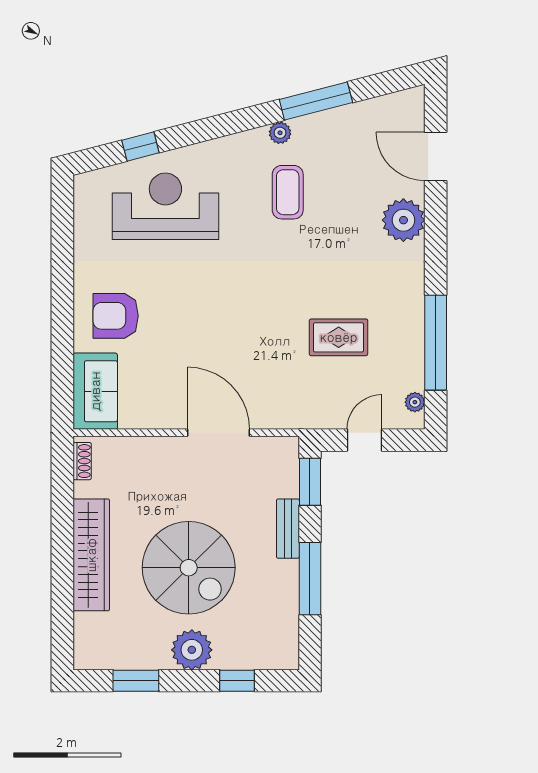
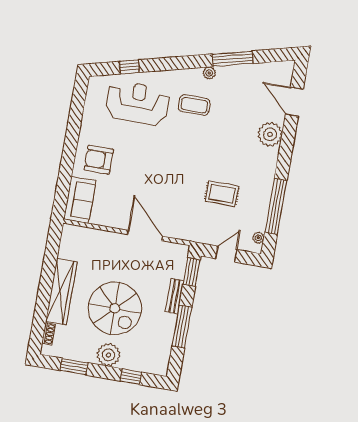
coffee table: (288, 192) -> (194, 105), moved, turned 90
shoe rack: (82, 461) -> (49, 334), moved

